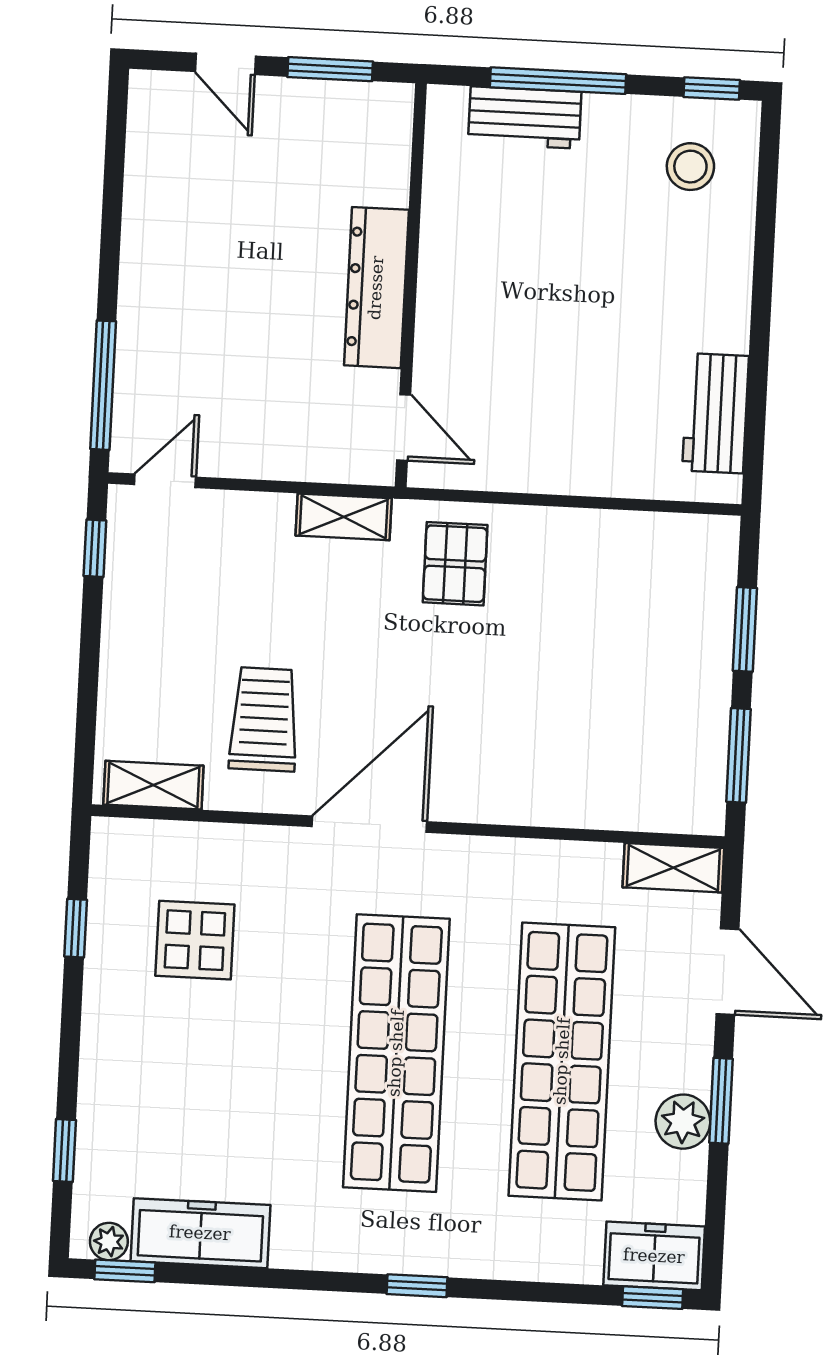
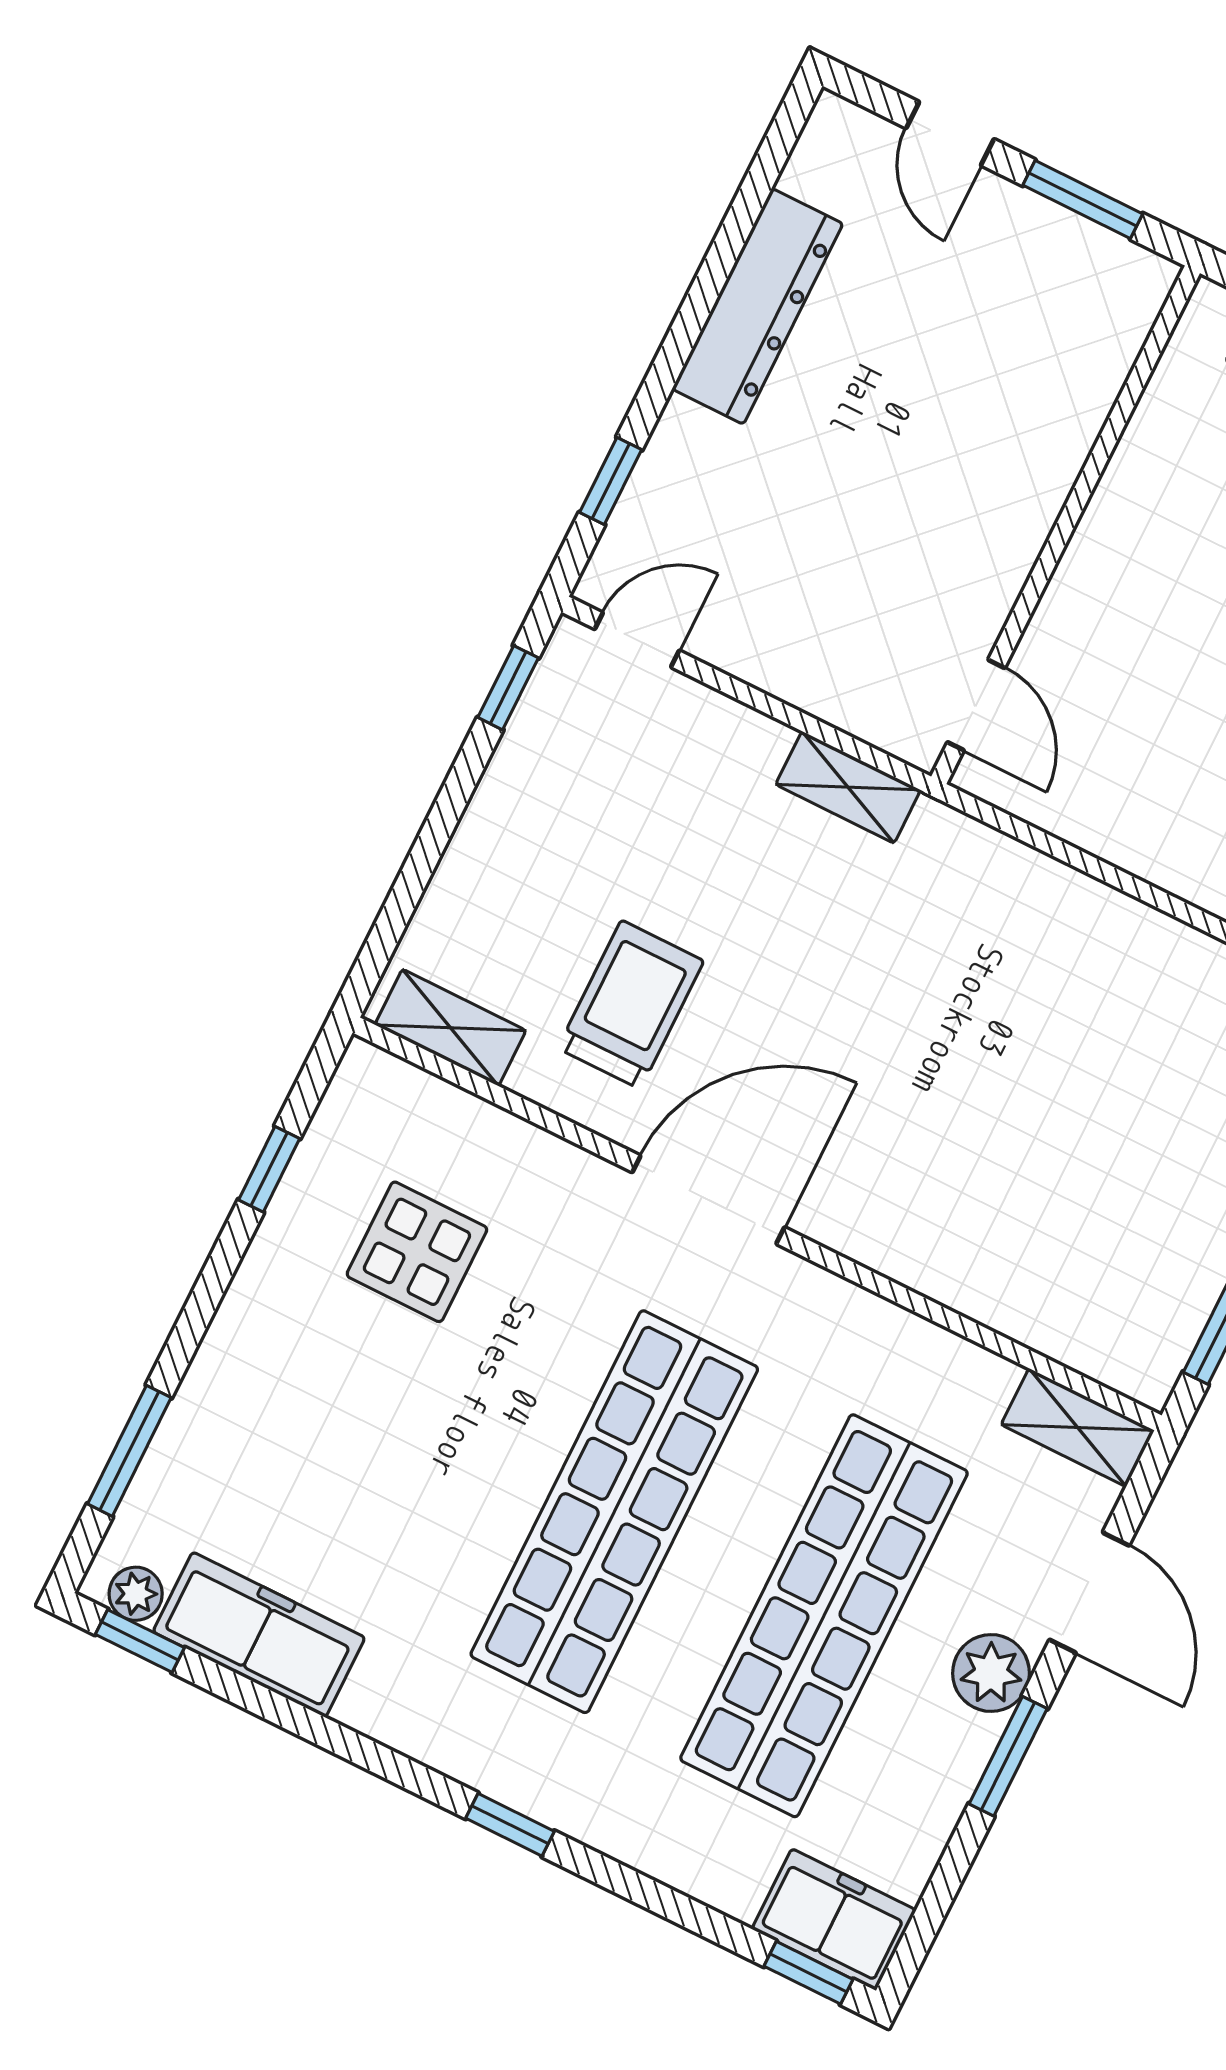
dresser: (376, 288) -> (758, 306), moved, turned 180
window: (103, 385) -> (611, 481), width x0.46
pallet: (455, 564) -> (966, 911), removed
plant: (683, 1122) -> (991, 1673), moved
window: (64, 1150) -> (129, 1451), width x1.50

